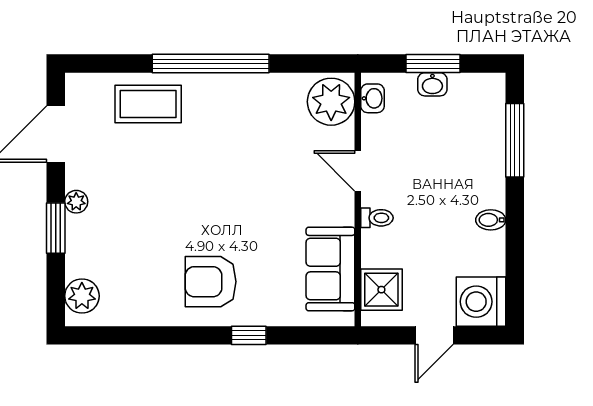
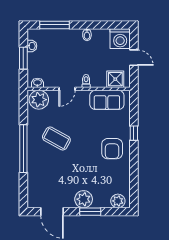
washbasin: (432, 84) -> (32, 46), moved
coffee table: (148, 104) -> (56, 139), moved, turned -61
plant: (76, 202) -> (84, 199), width x1.88, depth x1.88

